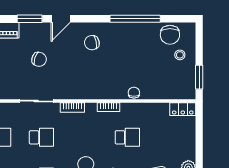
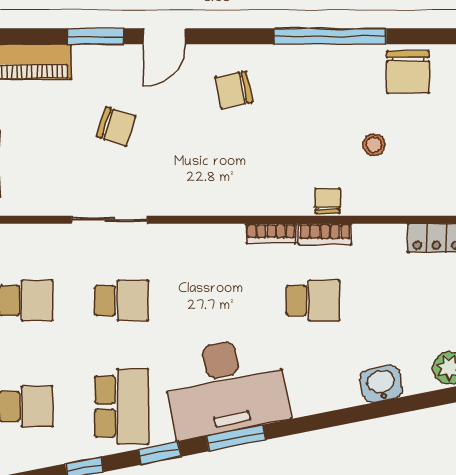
stool: (180, 55) -> (374, 145), moved
bookcase: (72, 108) -> (325, 234), moved

